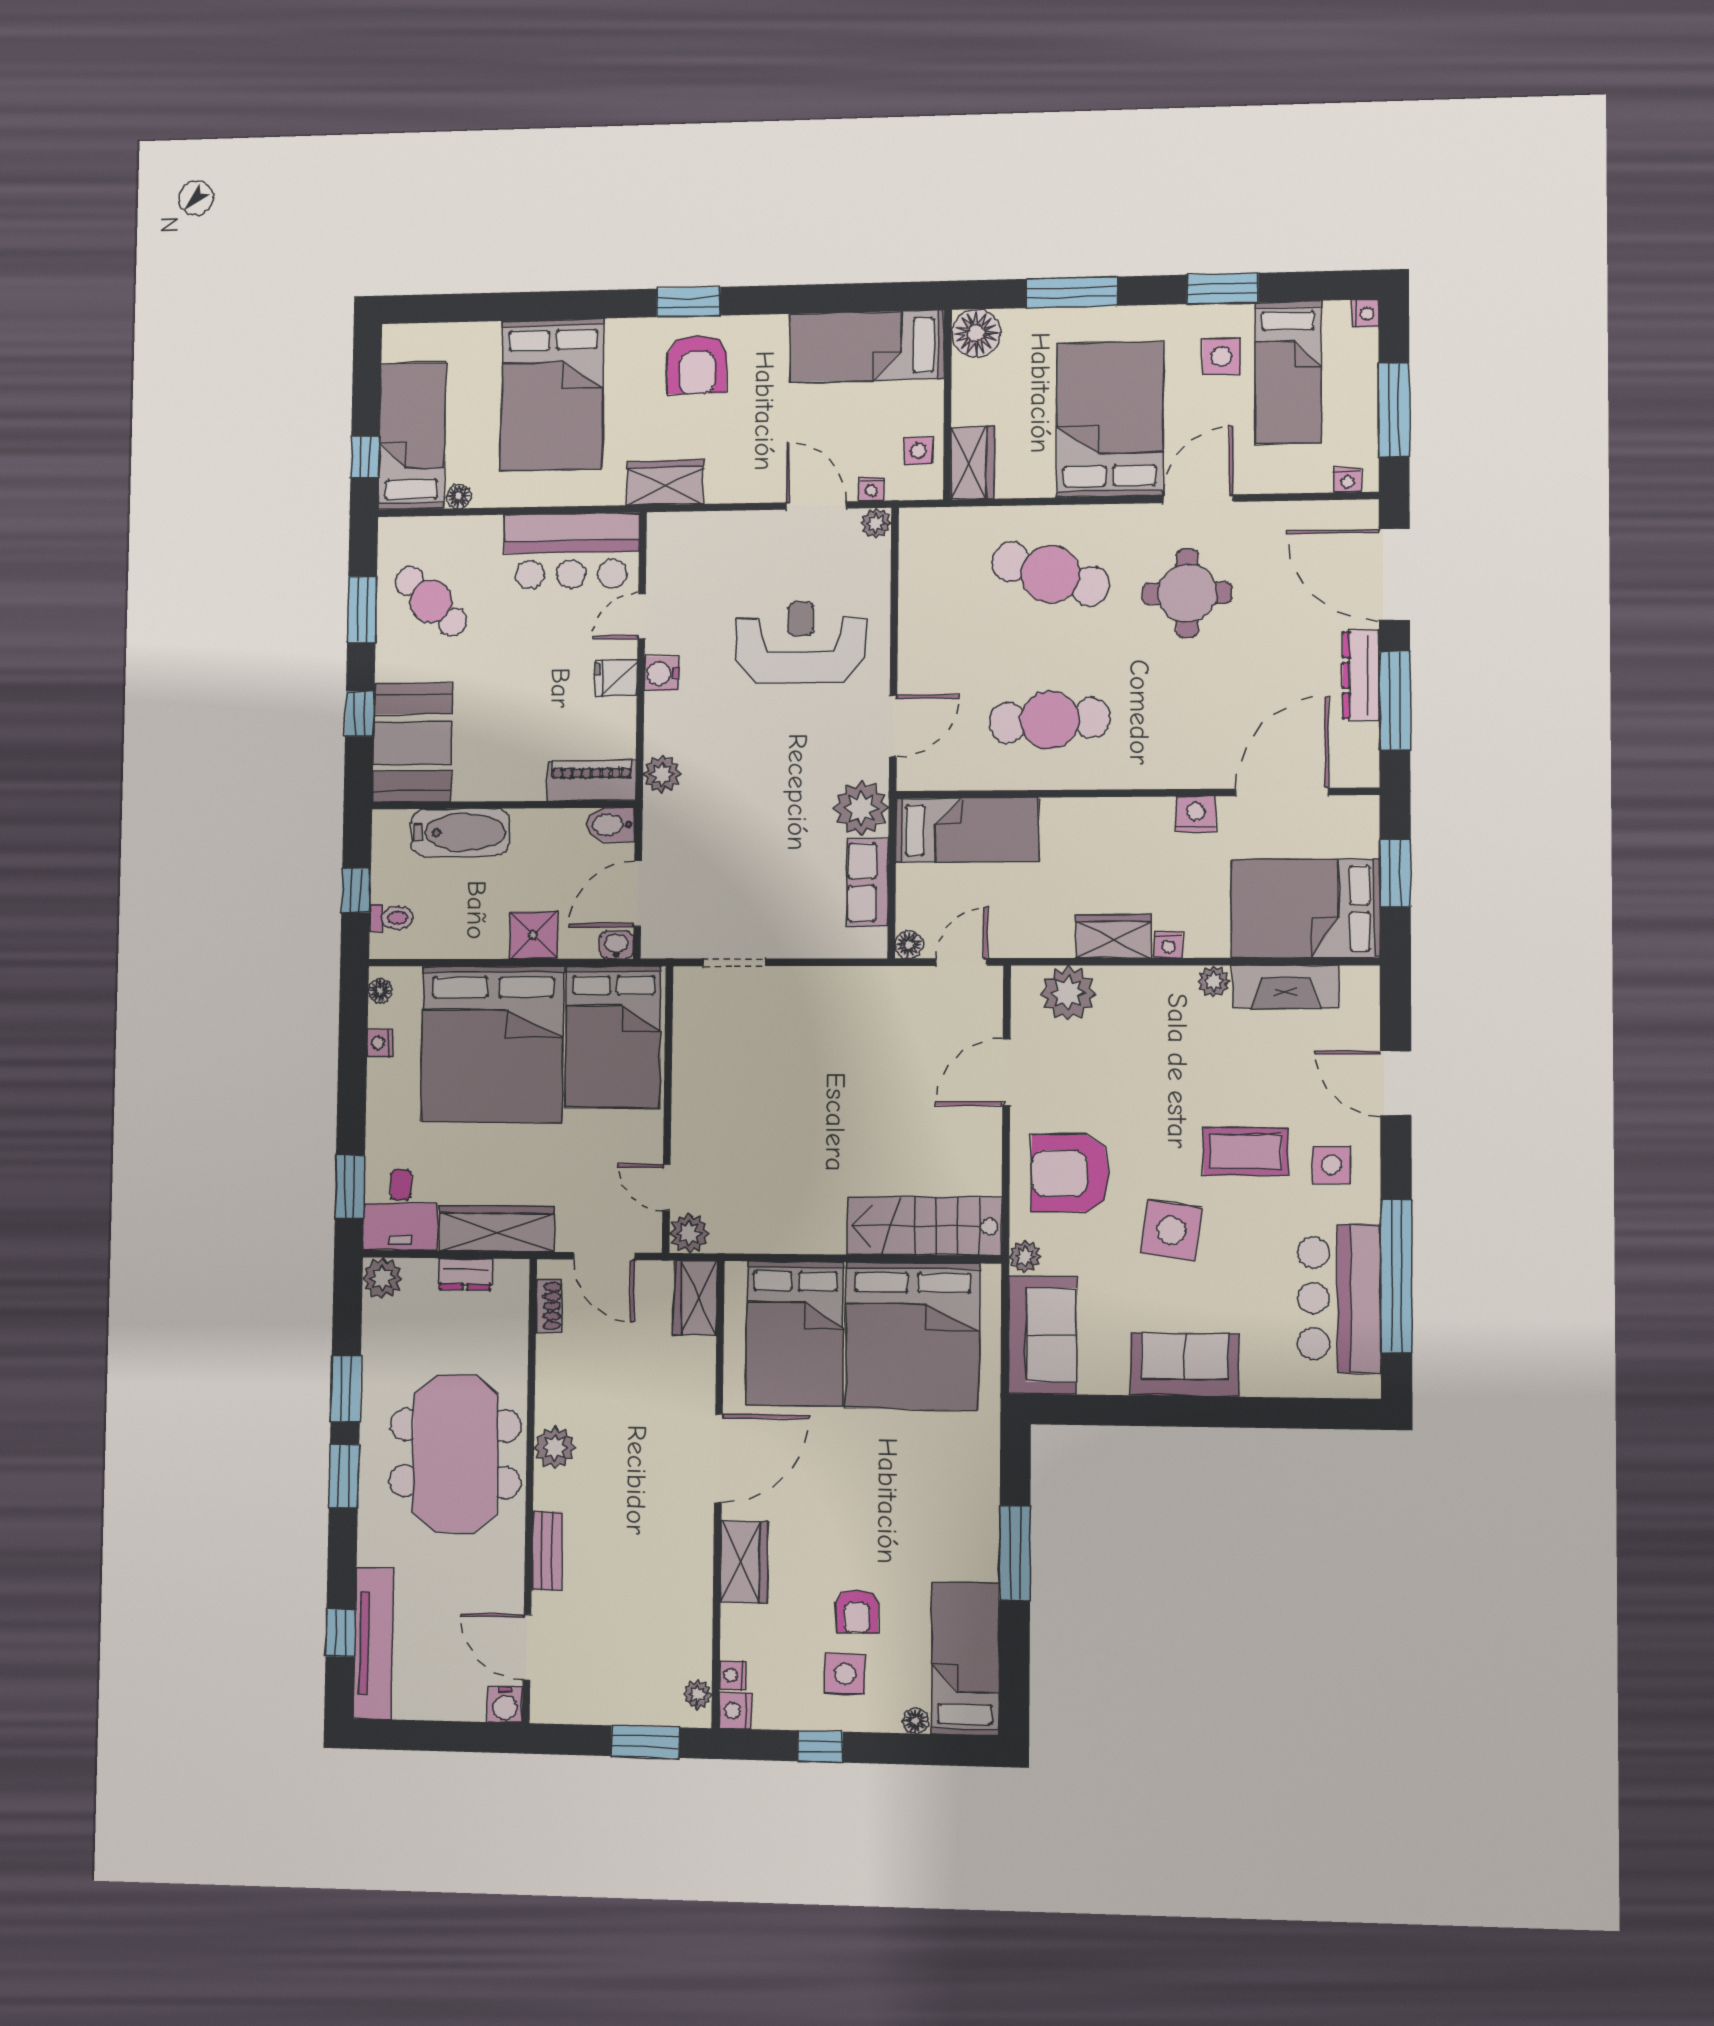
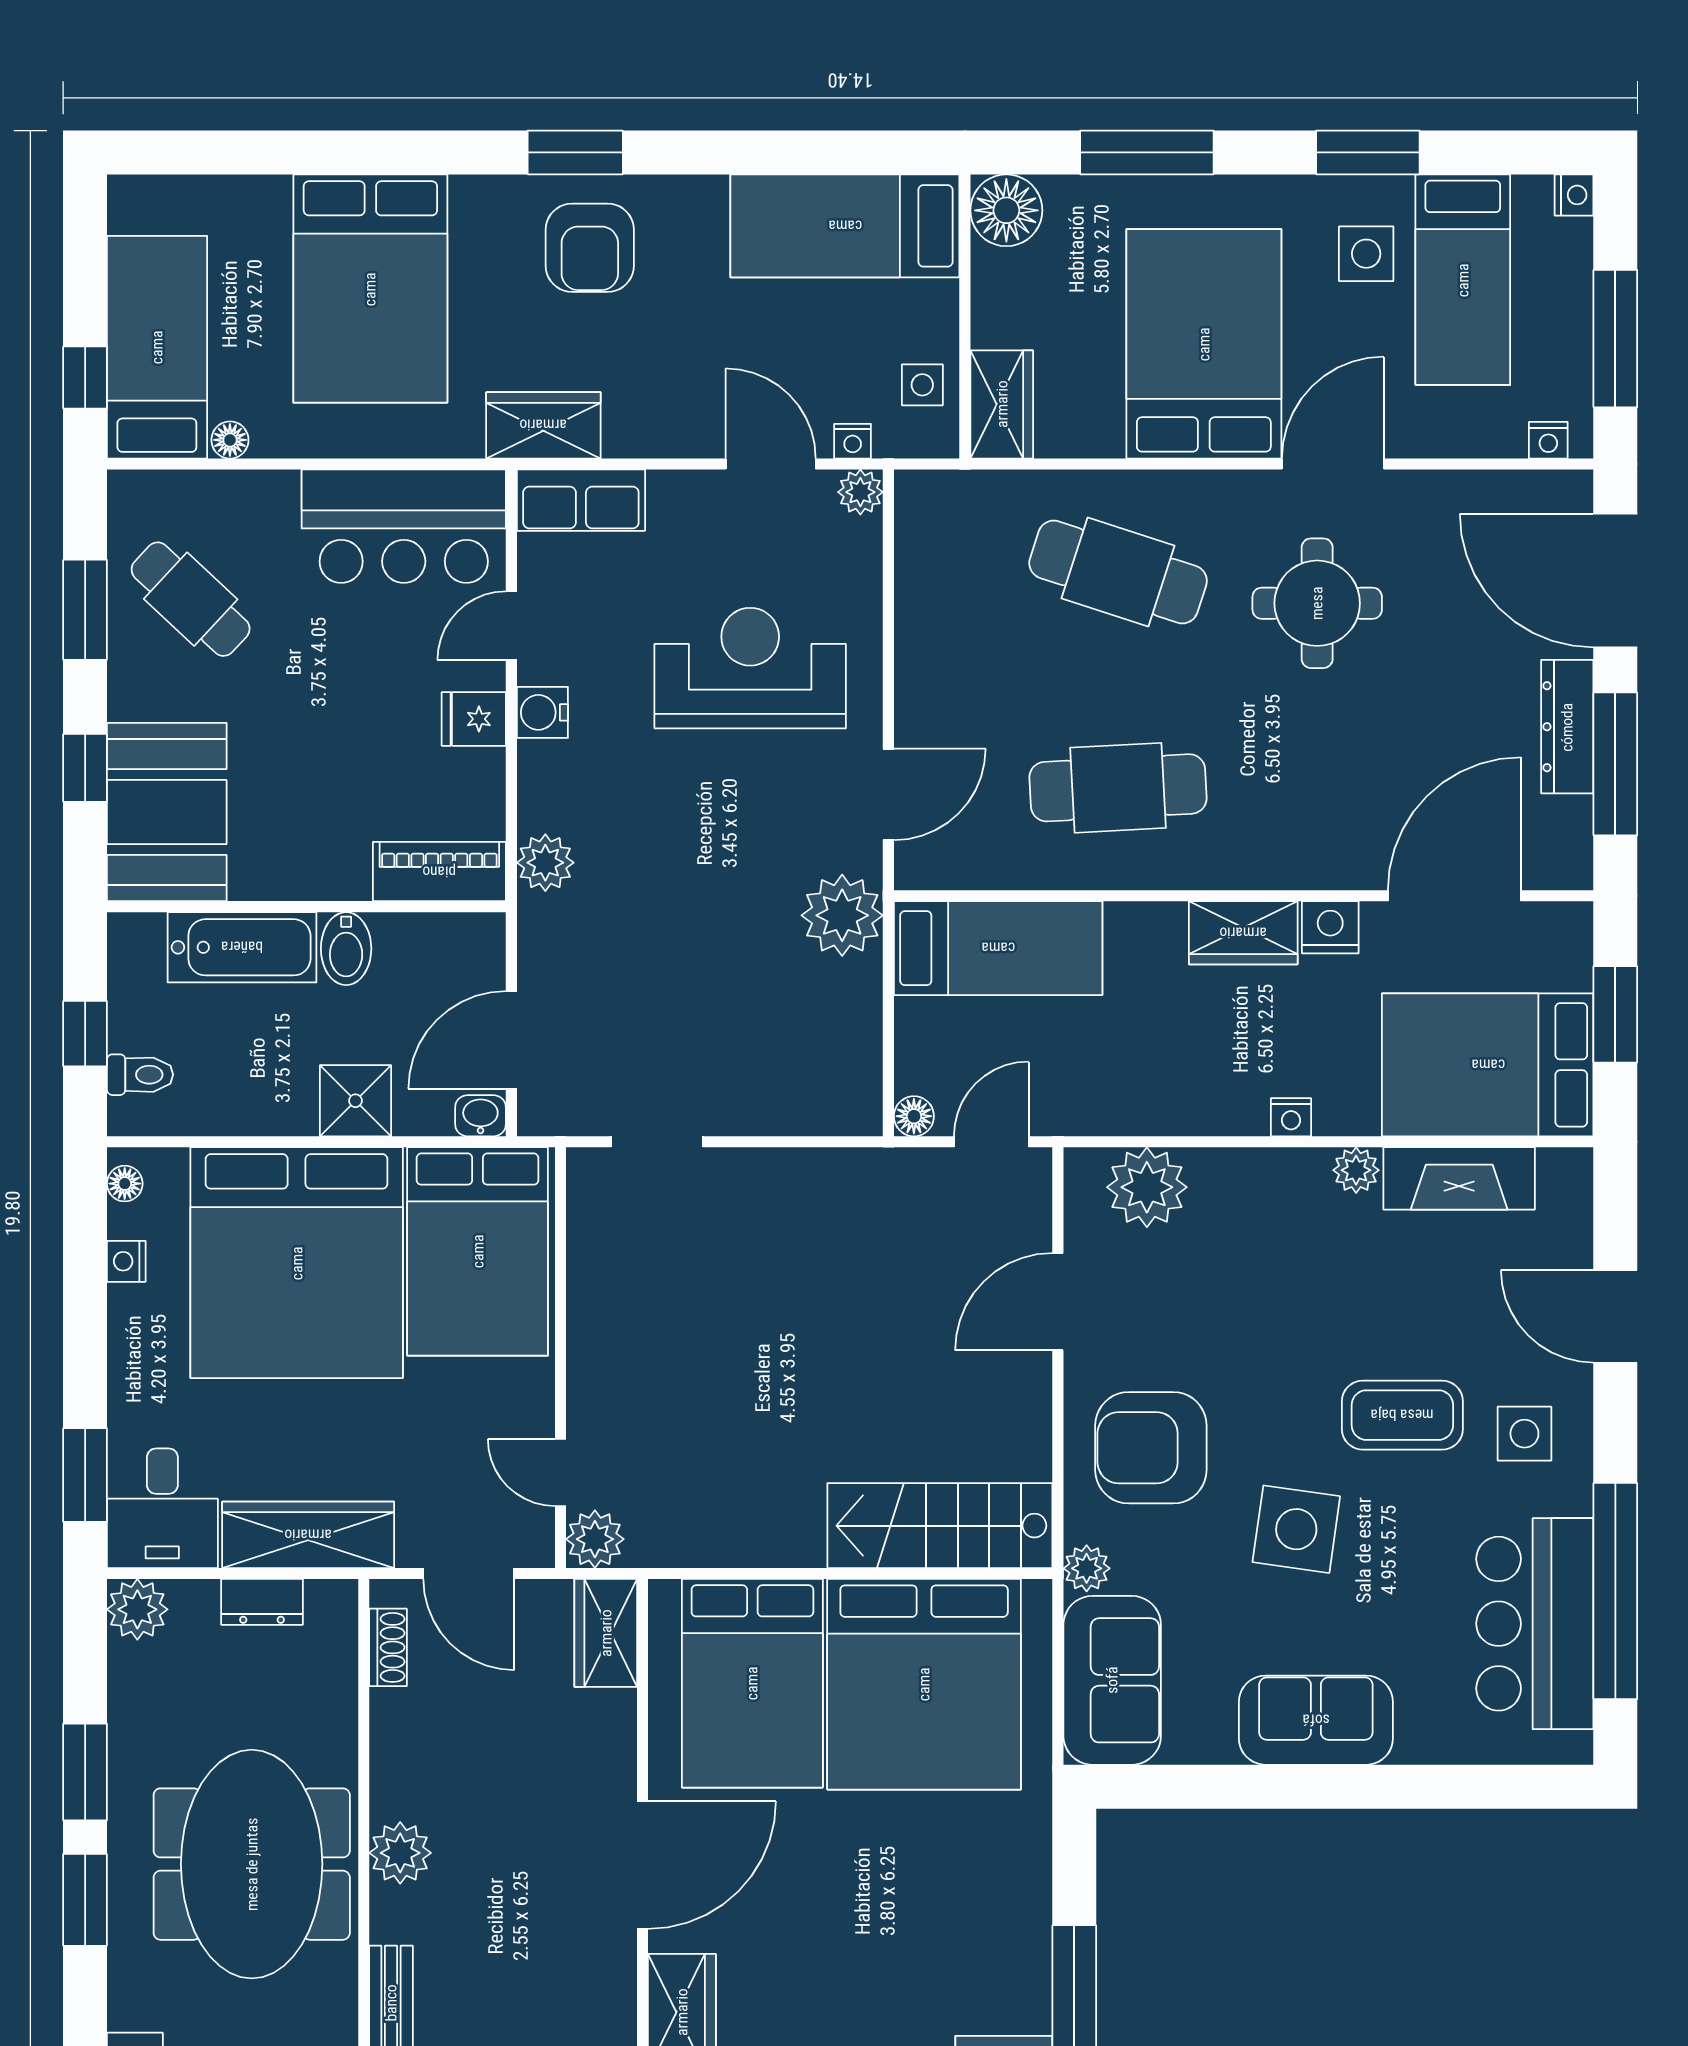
bidet: (611, 825) -> (346, 949), moved, turned -90
row of seats: (867, 882) -> (581, 500), moved, turned -90
wardrobe: (1114, 936) -> (1243, 933), moved, turned 180

